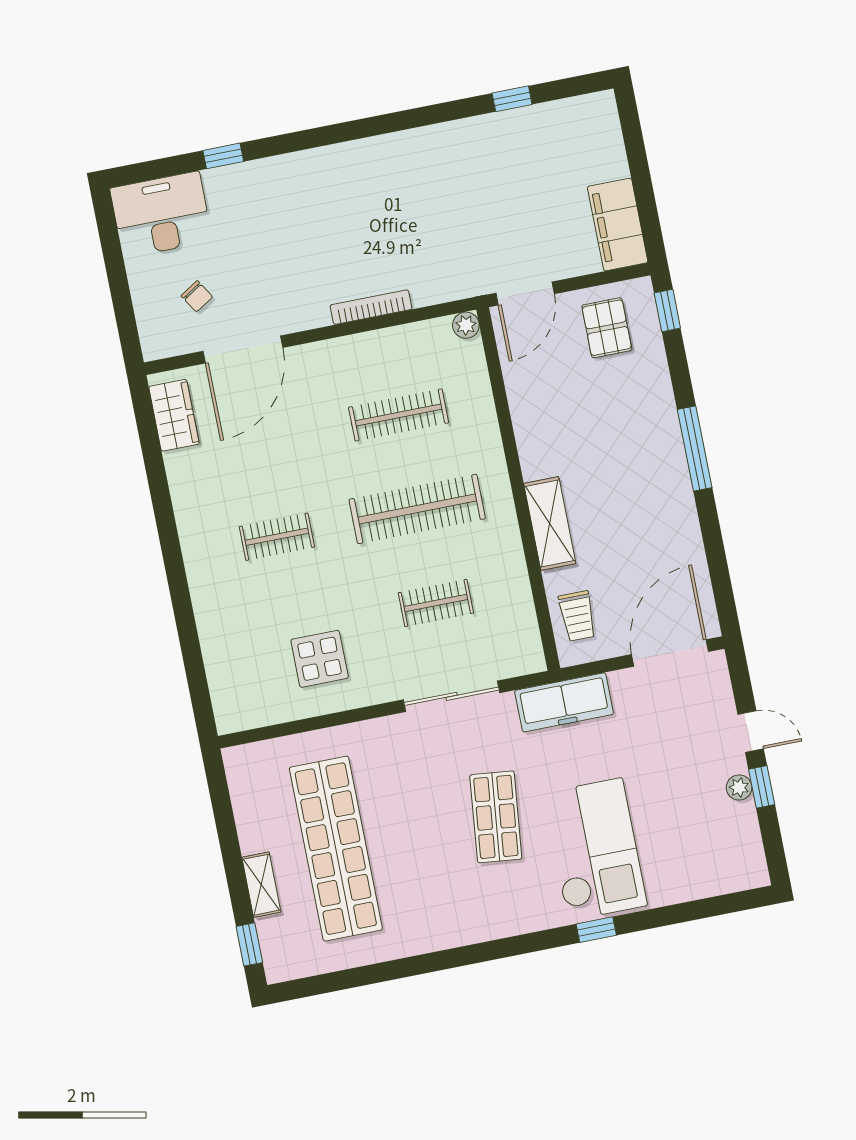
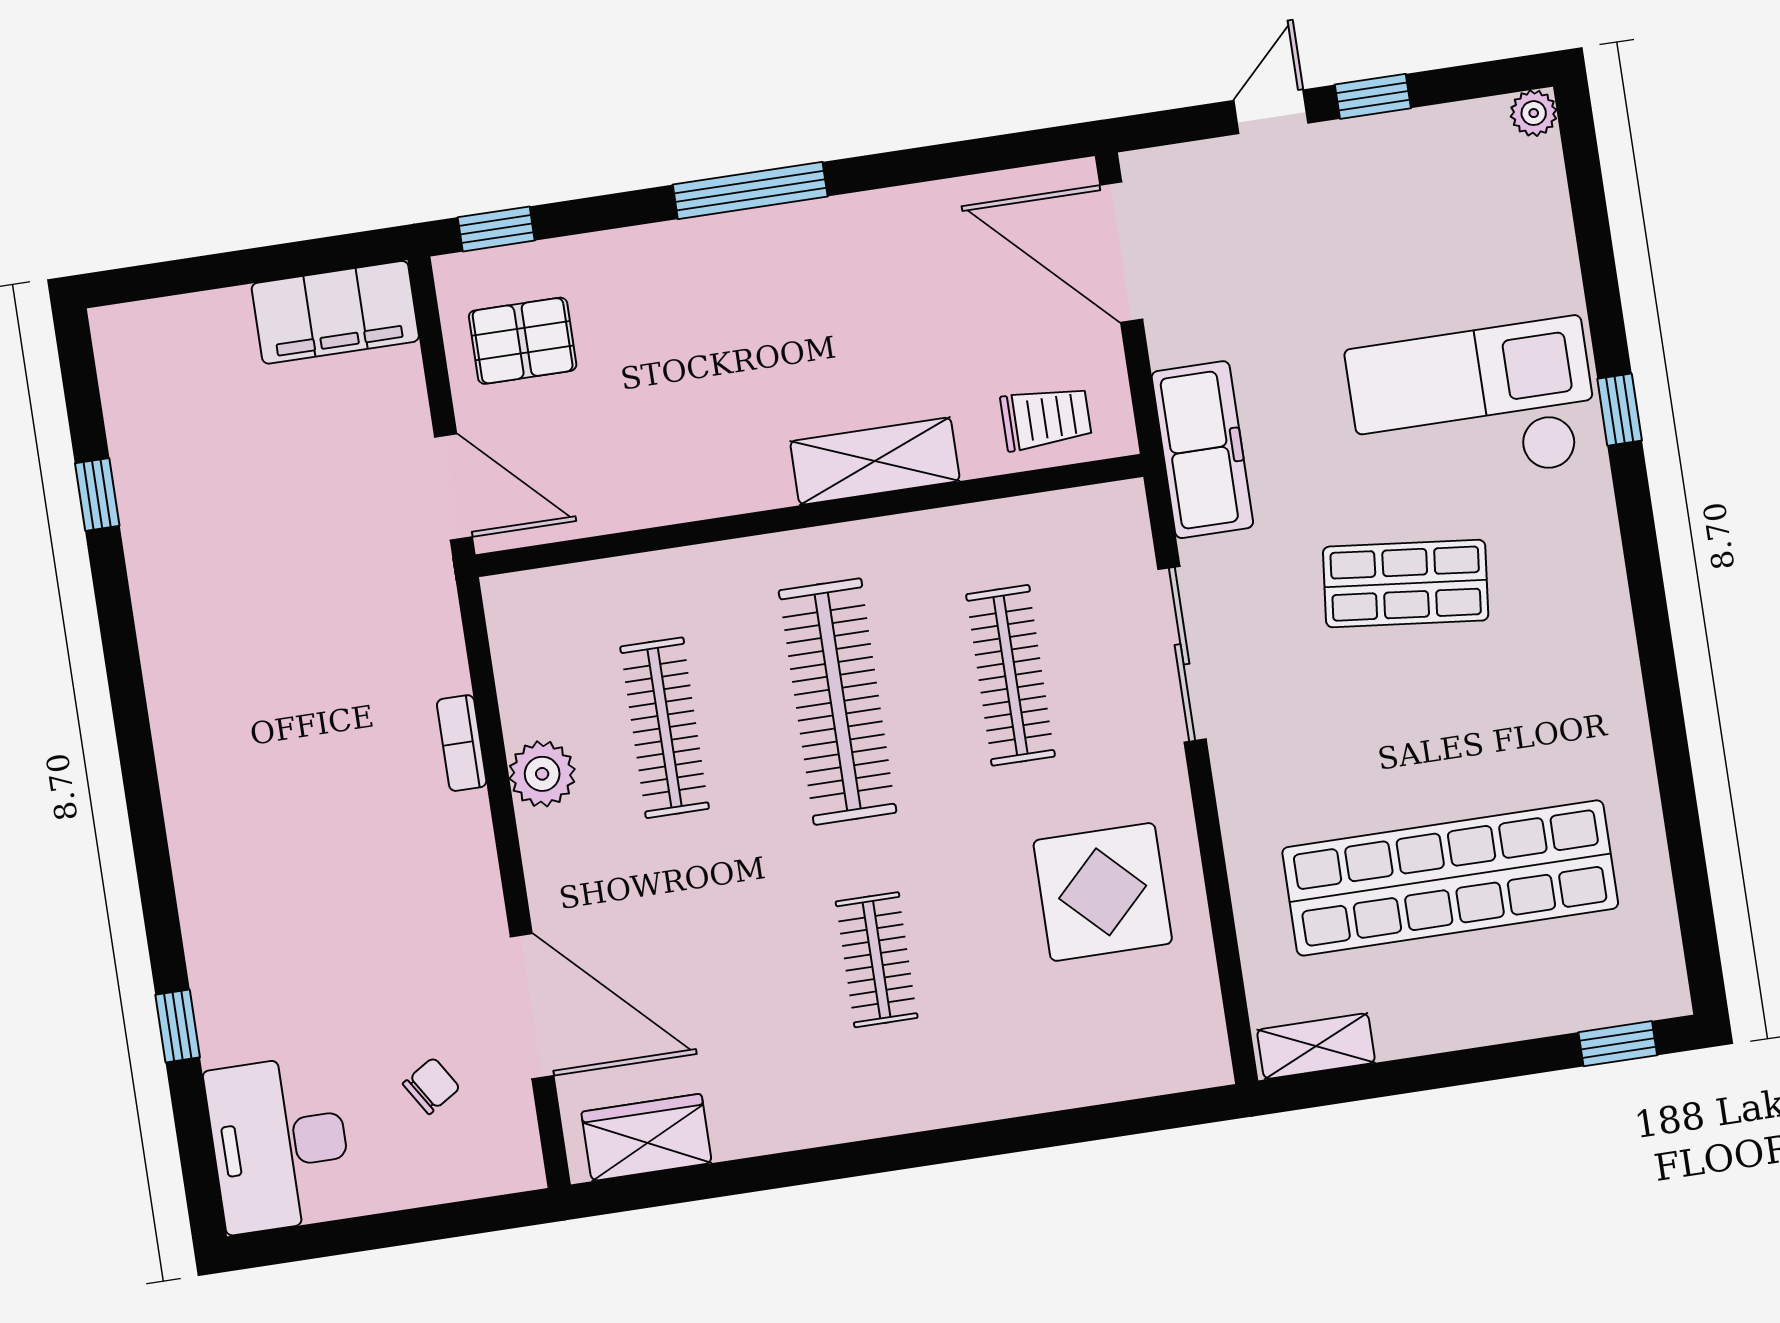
bookcase: (371, 307) -> (462, 743), width x0.64
plant: (466, 325) -> (542, 774), moved, width x1.38, depth x1.38
clothes rail: (436, 603) -> (1010, 675), width x1.36
display table: (320, 659) -> (1103, 892), width x1.36, depth x1.36
plant: (739, 787) -> (1534, 113), moved
shelving: (261, 885) -> (1316, 1046), moved

